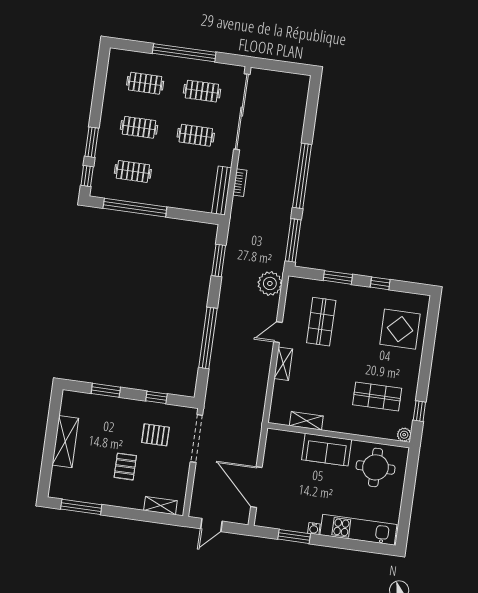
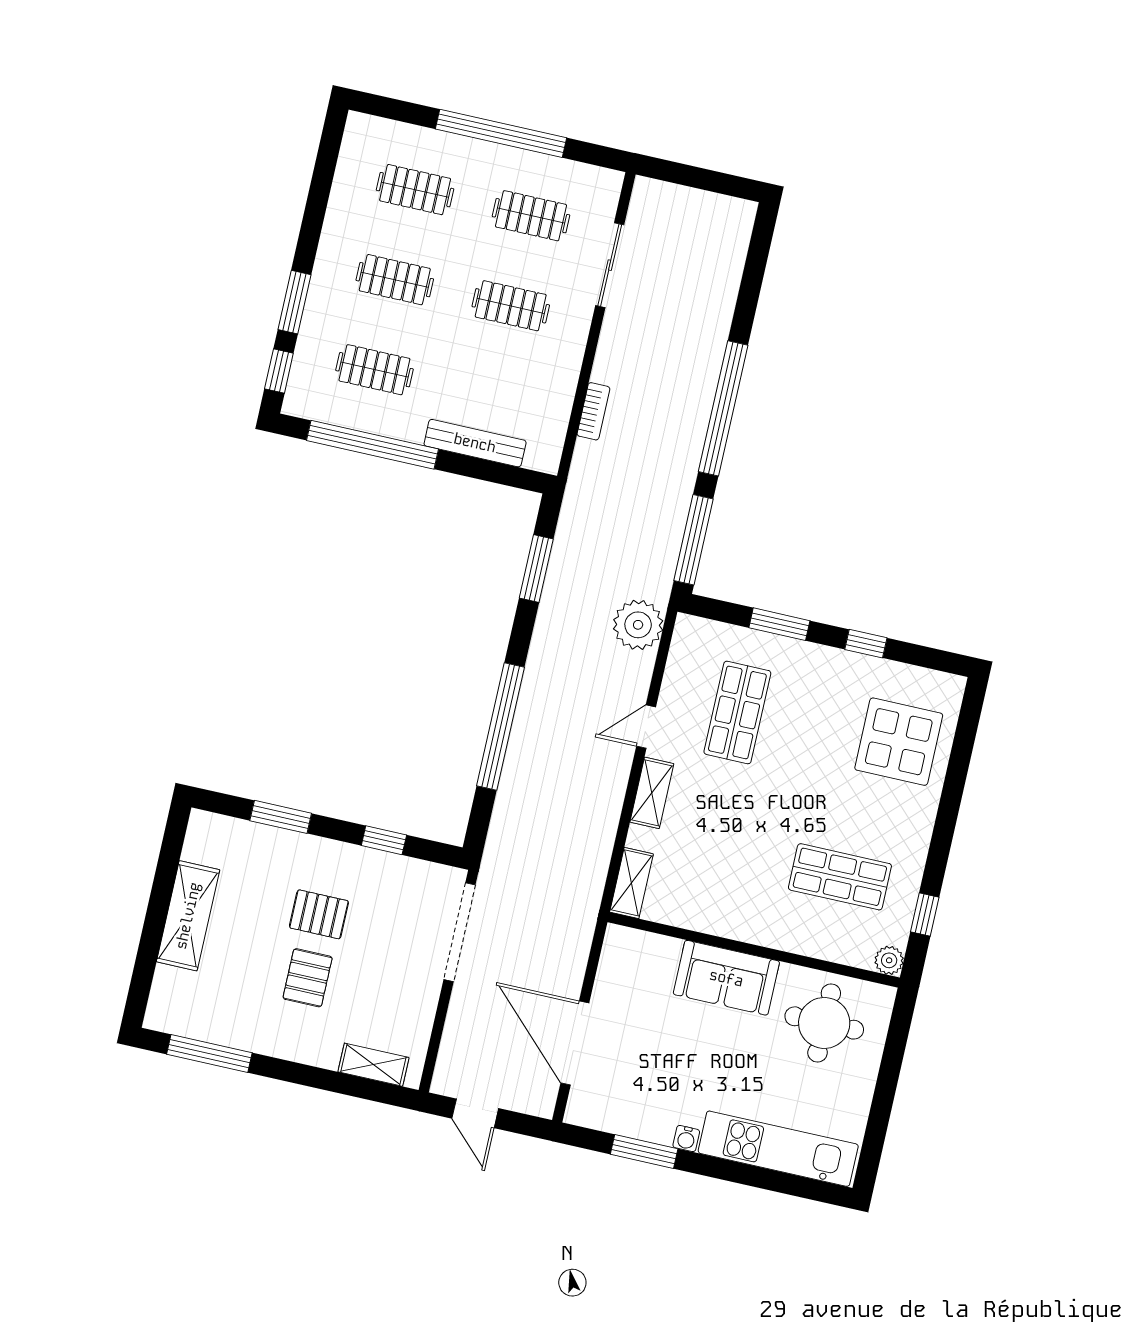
sliding door: (242, 112) -> (610, 265), width x0.54
bench: (222, 190) -> (475, 443), moved, turned 90
shelving: (306, 421) -> (631, 883), moved, turned 90
pallet: (155, 435) -> (319, 914), moved
door: (211, 525) -> (475, 1113), hinge flipped

